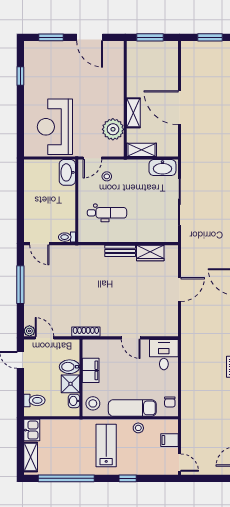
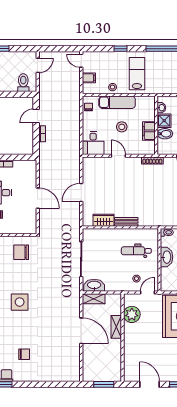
window: (210, 37) -> (58, 384), removed
shelving: (141, 150) -> (94, 299), moved
washbasin: (67, 172) -> (166, 257), moved
stool: (93, 403) -> (122, 127), moved
lab bench: (106, 446) -> (137, 74), turned 180

